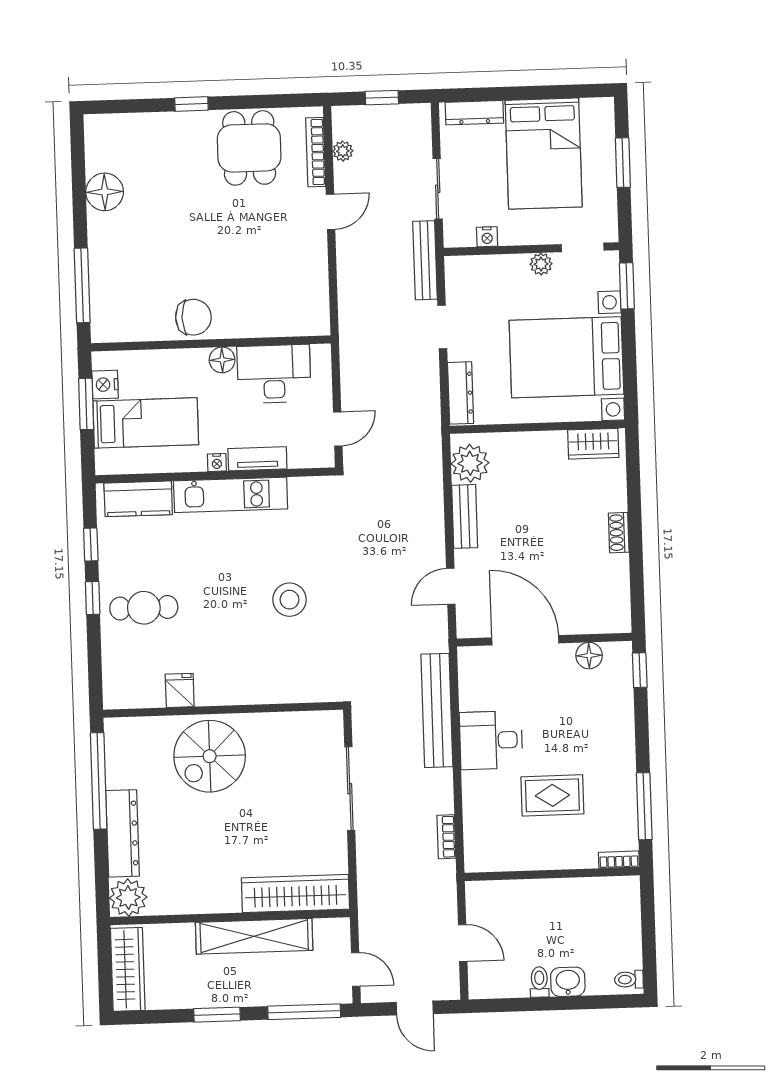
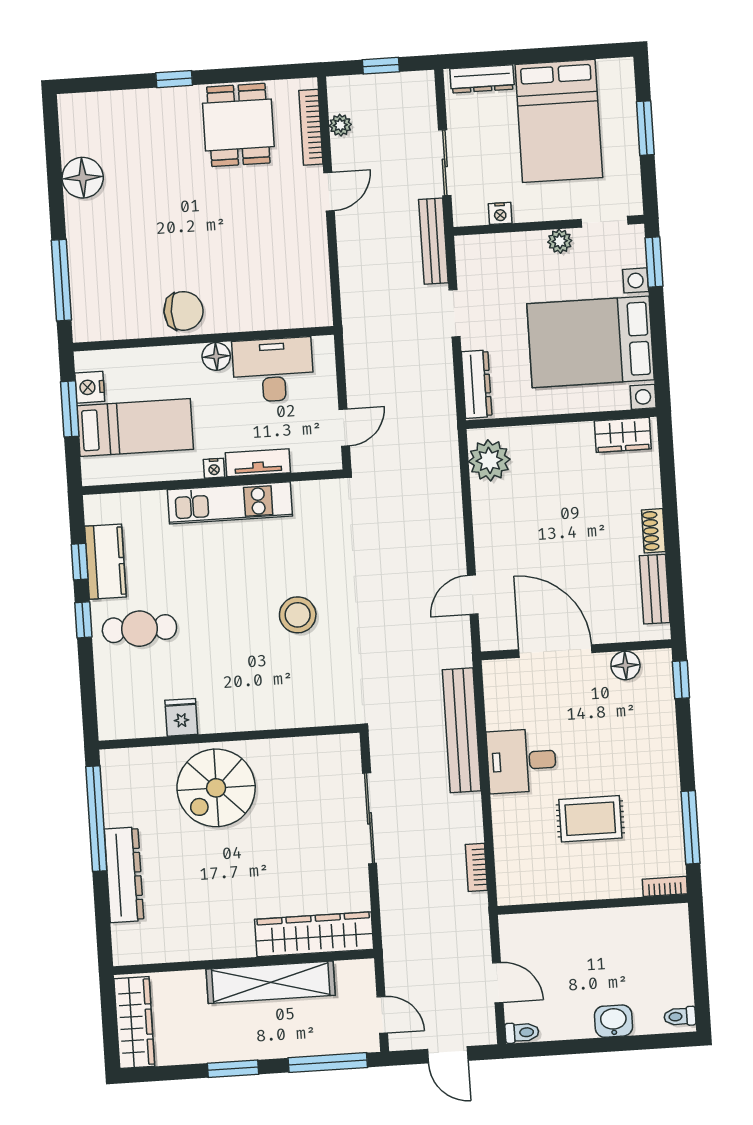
kitchen counter: (138, 499) -> (105, 562), moved, turned -90
bench: (465, 516) -> (655, 589), moved
plant: (128, 898) -> (132, 944), removed
toilet: (539, 982) -> (522, 1033), moved, turned 90

